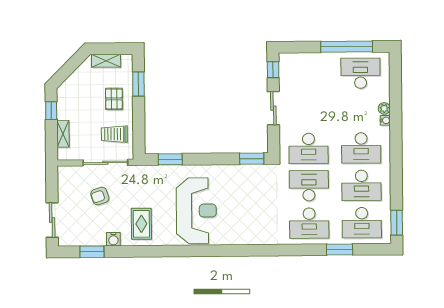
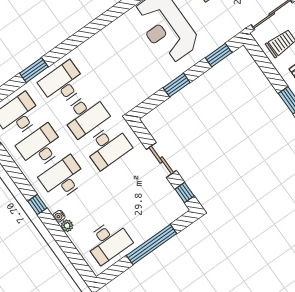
window: (347, 47) -> (152, 245), moved
window: (396, 142) -> (37, 205), added
desk: (309, 148) -> (108, 147), turned 180
window: (252, 159) -> (177, 85), moved
window: (340, 250) -> (34, 70), moved

